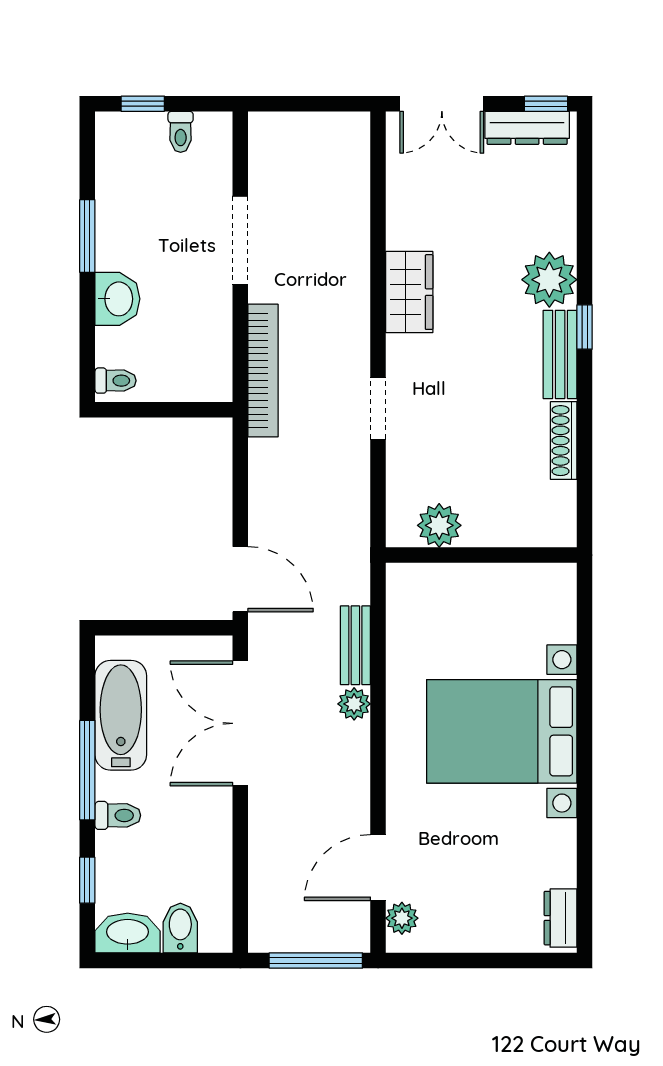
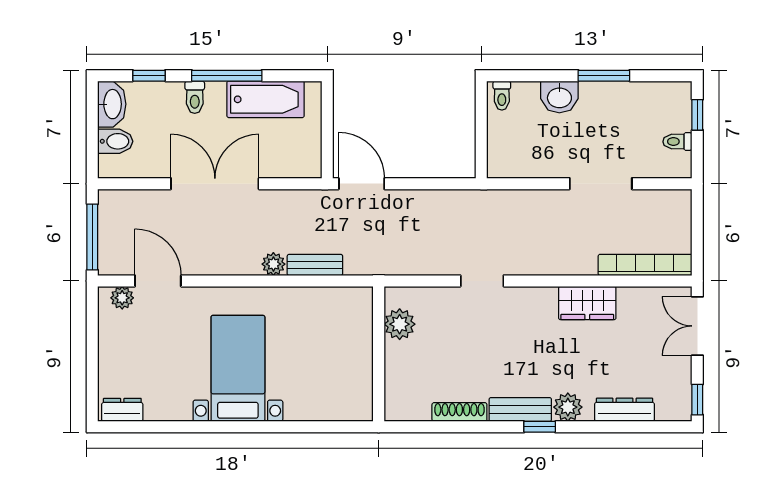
dresser: (527, 128) -> (625, 410), moved, turned 90
plant: (549, 280) -> (568, 407), width x0.73, depth x0.73
wardrobe: (409, 292) -> (587, 303), moved
bookcase: (263, 371) -> (645, 265), moved, turned 180
door: (240, 579) -> (362, 184), swing flipped
double door: (240, 723) -> (215, 184), moved
bed with nightstands: (502, 731) -> (238, 368), width x0.73

